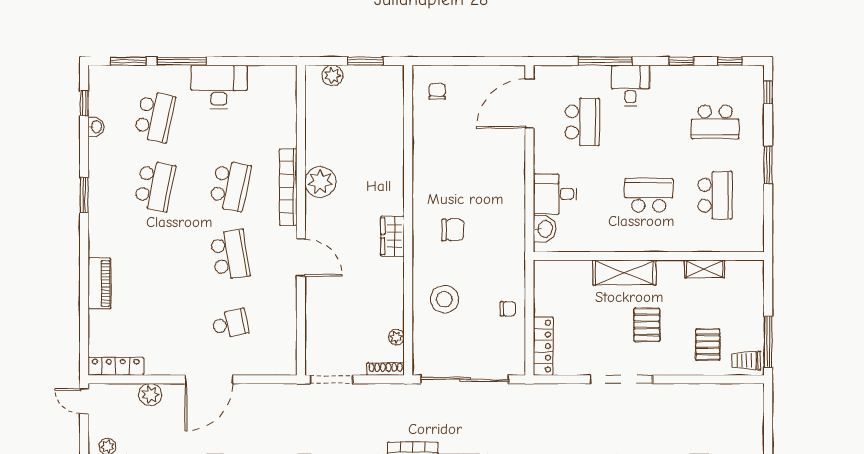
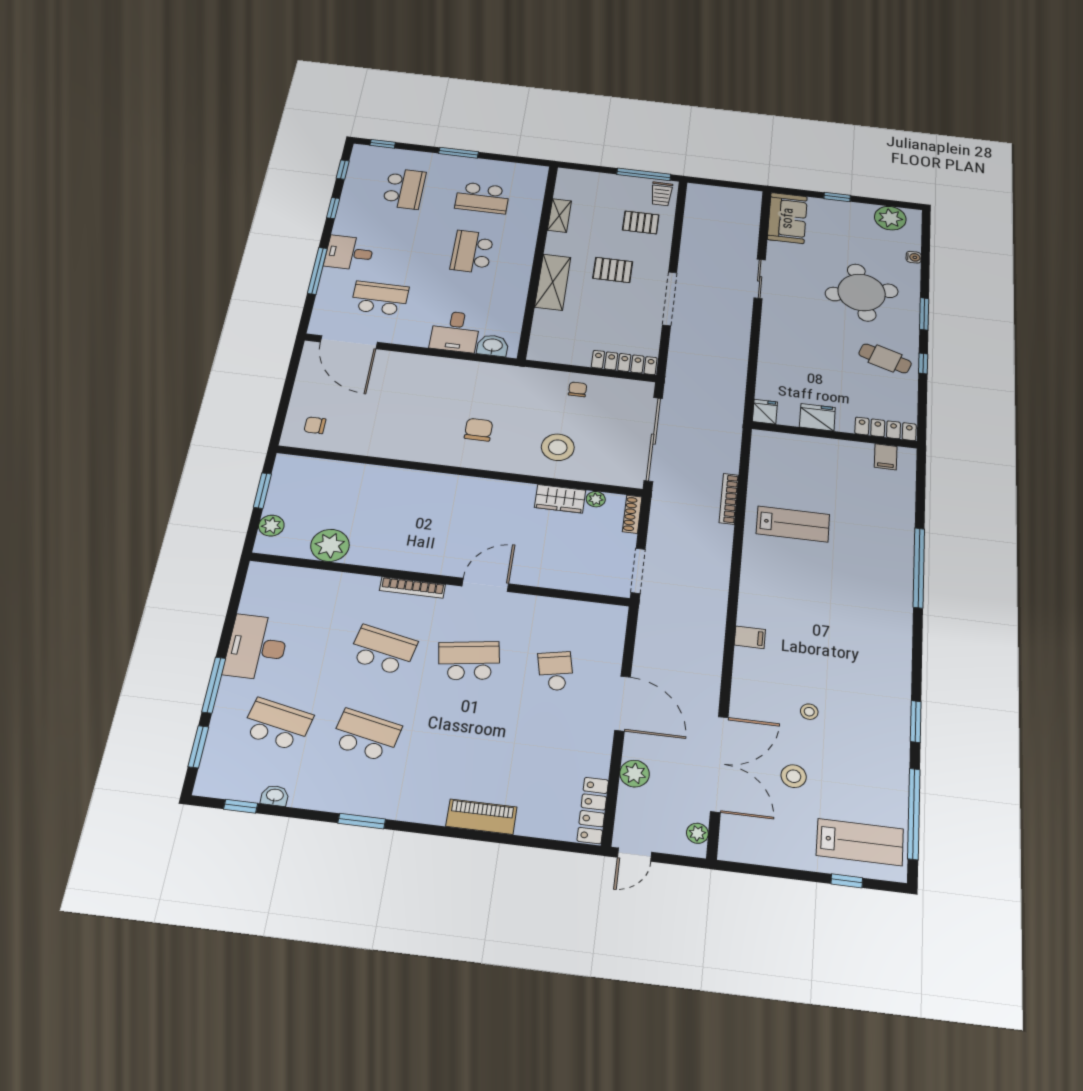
plant: (320, 182) -> (330, 545), moved
bookcase: (288, 187) -> (412, 587), width x0.68, depth x0.76
school desk: (715, 195) -> (482, 198), turned 180
wardrobe: (392, 236) -> (560, 499), moved

